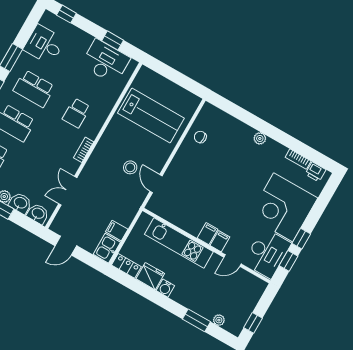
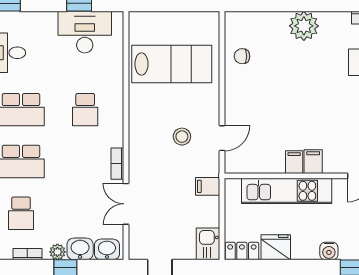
plant: (260, 138) -> (304, 26), width x1.87, depth x1.87
bookcase: (84, 150) -> (117, 164), moved
door: (156, 184) -> (222, 138), swing flipped
filing cabinet: (117, 231) -> (208, 186), moved
filing cabinet: (220, 241) -> (294, 162), moved
water cooler: (165, 288) -> (329, 251), moved

